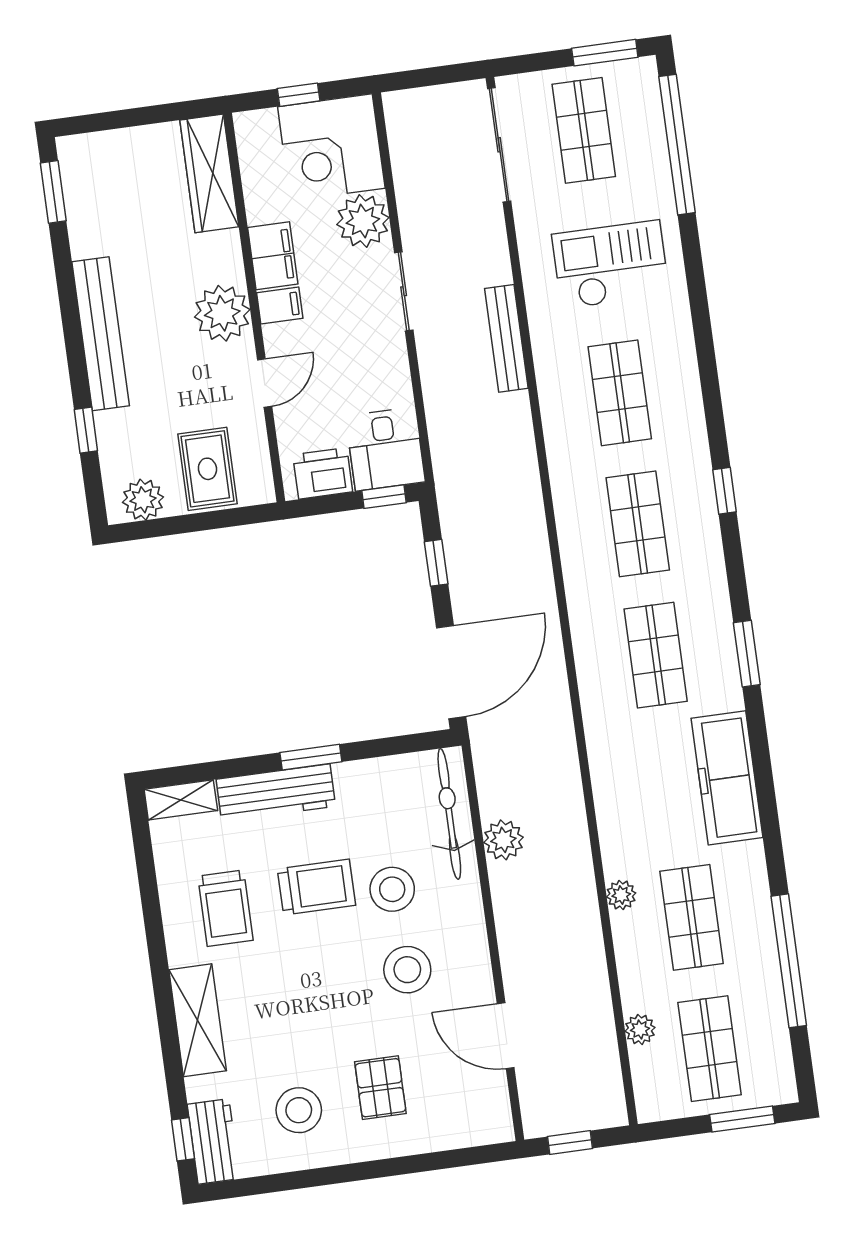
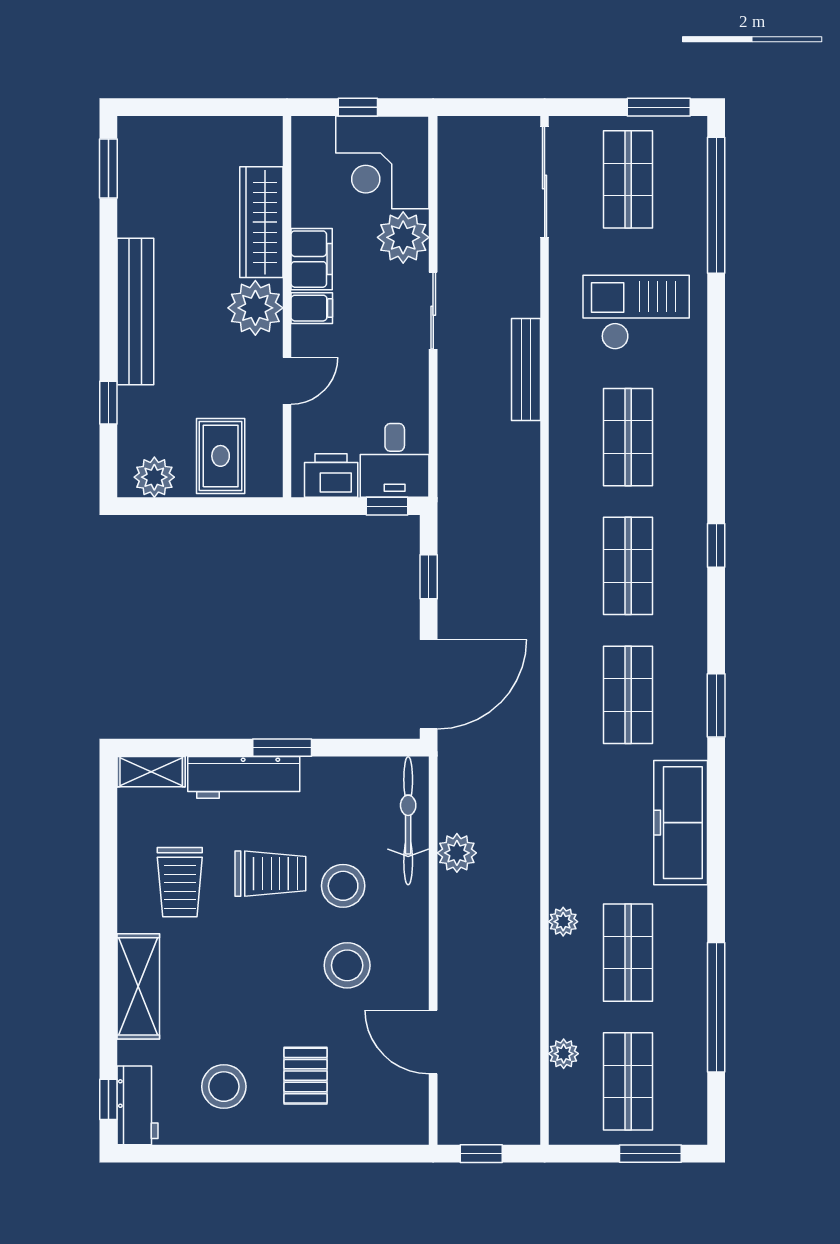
wardrobe: (209, 173) -> (261, 222), moved

